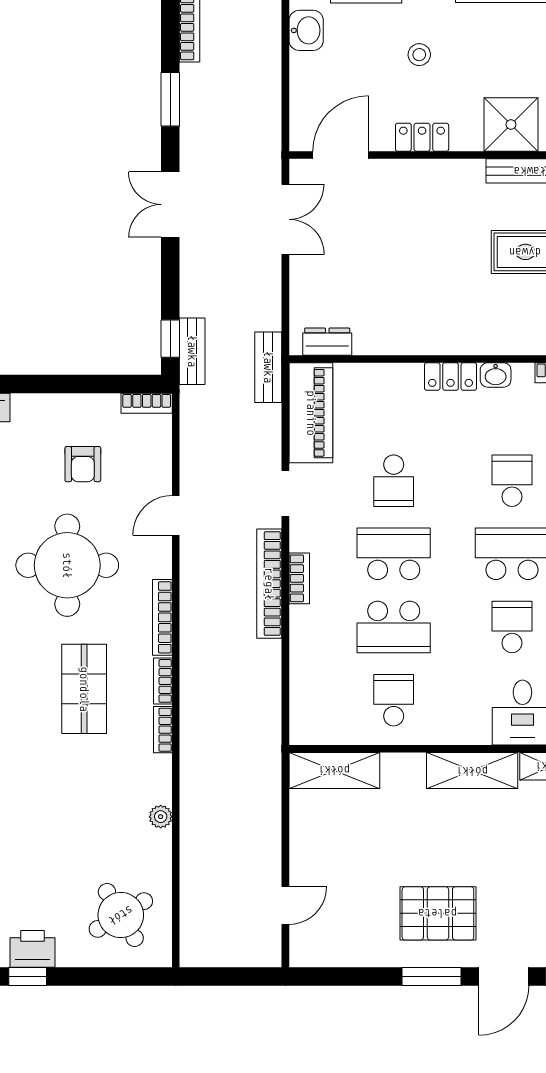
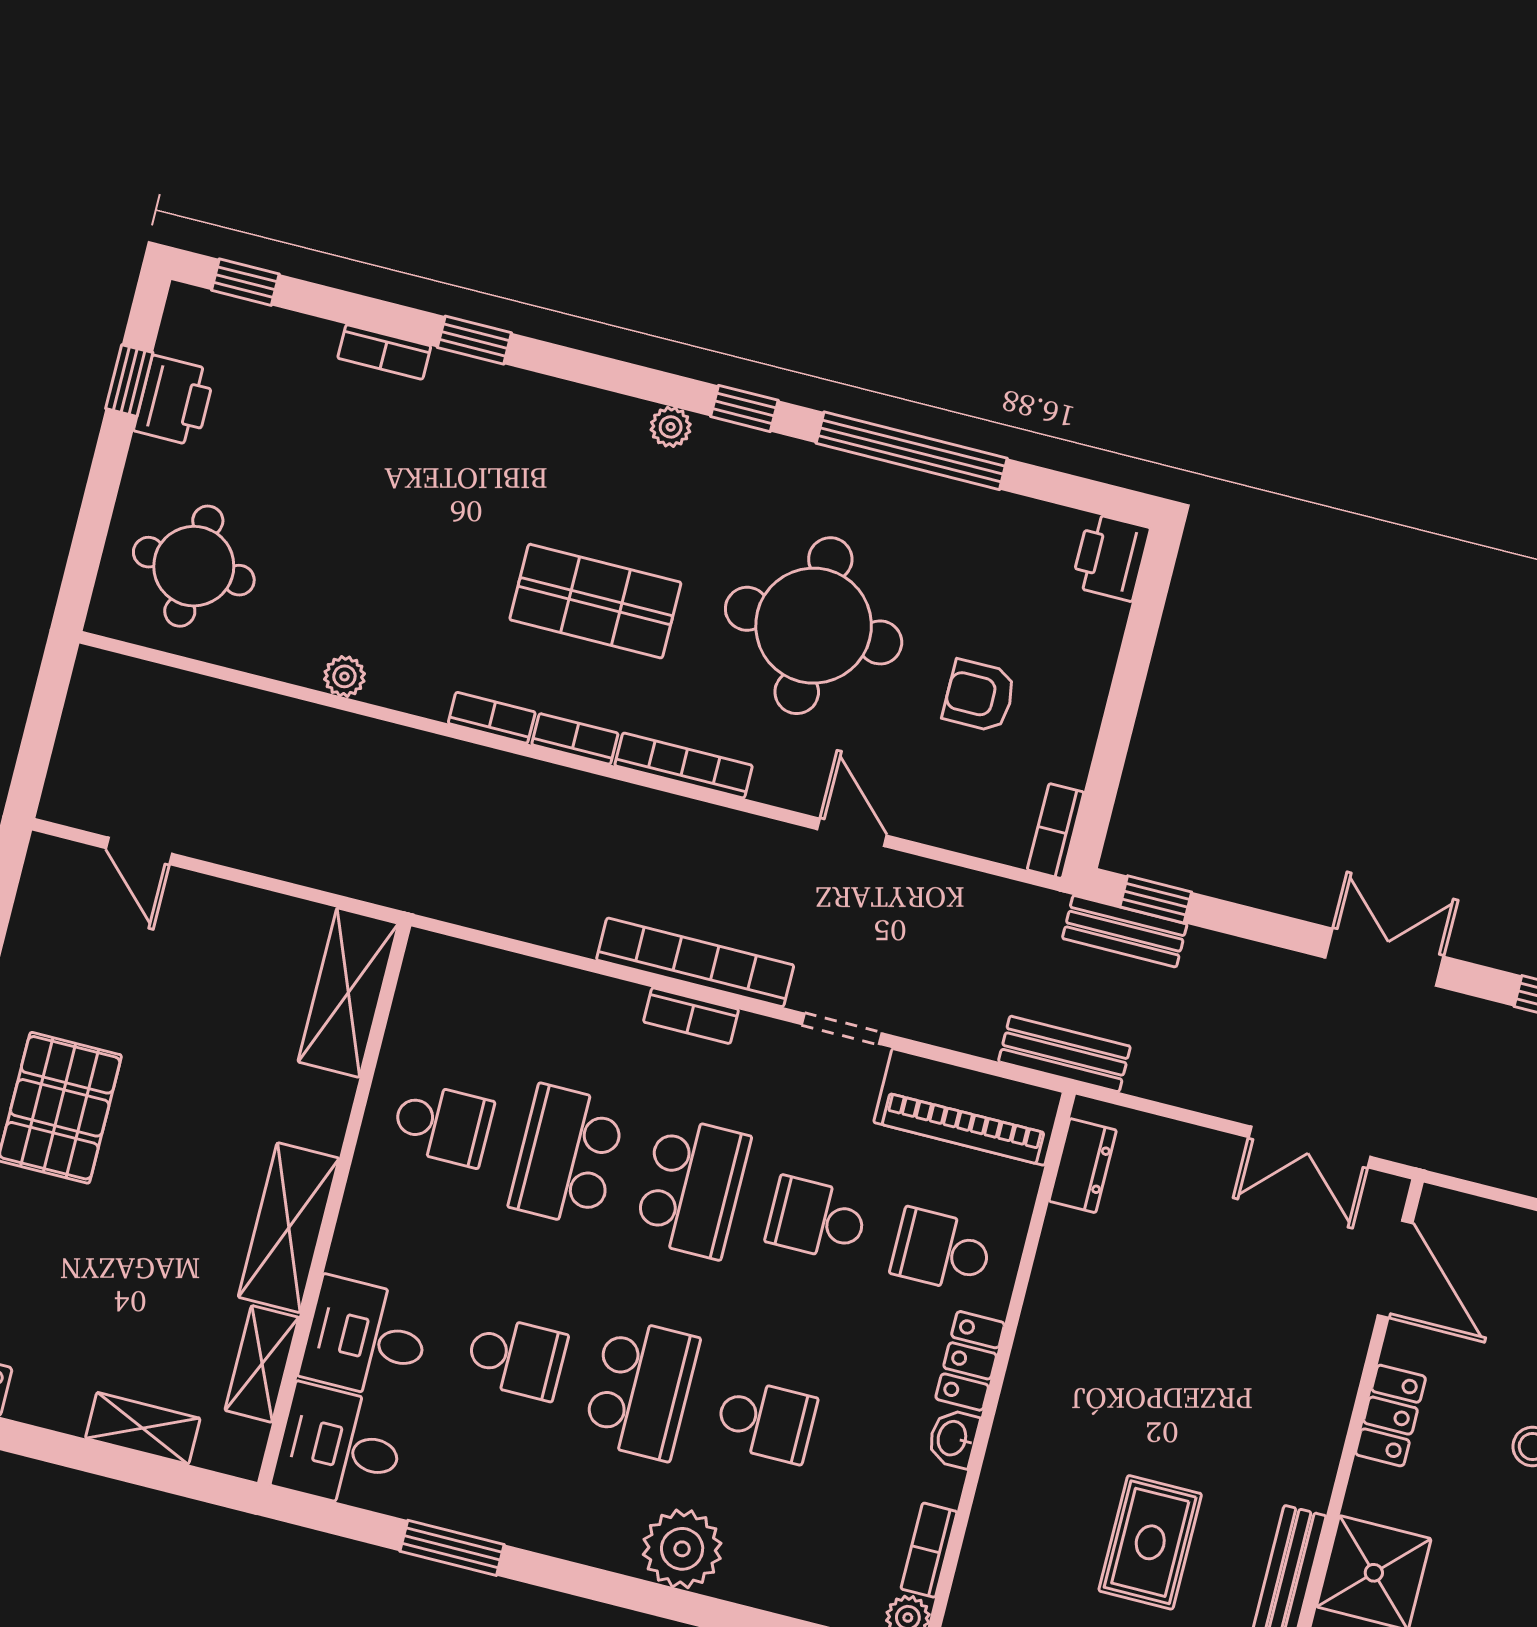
school desk: (394, 408) -> (942, 1251), added
round table: (121, 915) -> (194, 566), turned 34

